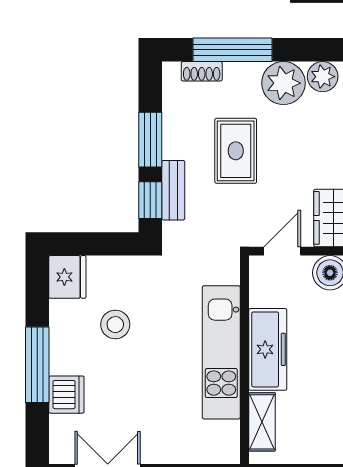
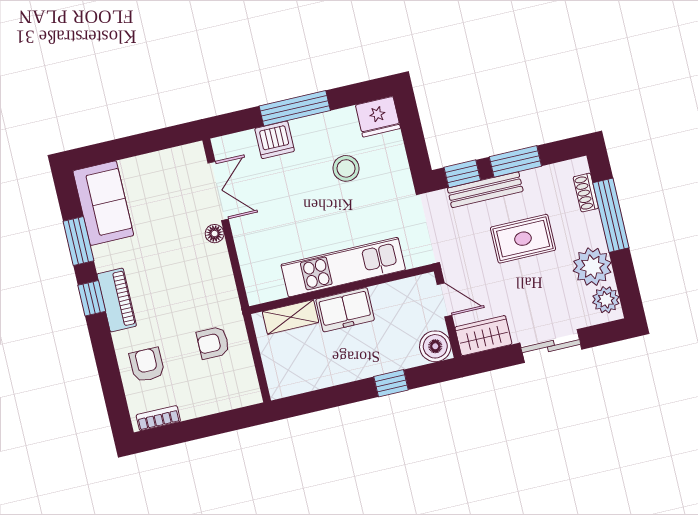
bench: (173, 190) -> (485, 190), width x1.36
freezer: (268, 349) -> (345, 310), width x0.71

